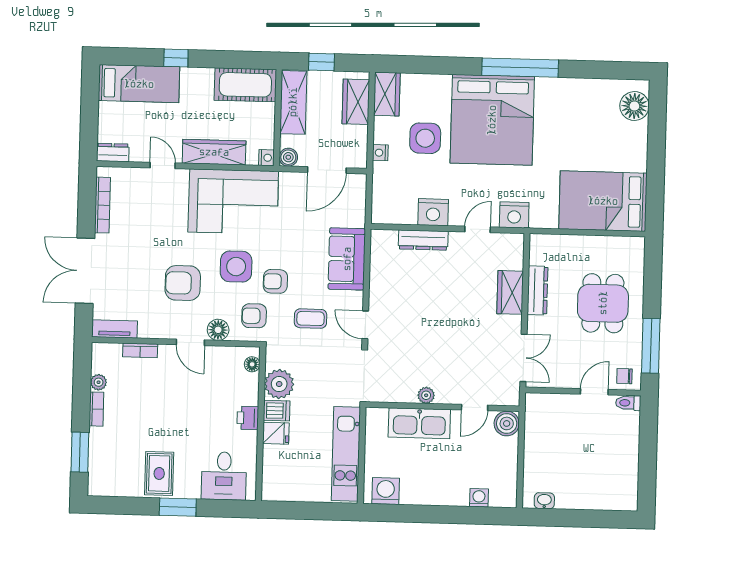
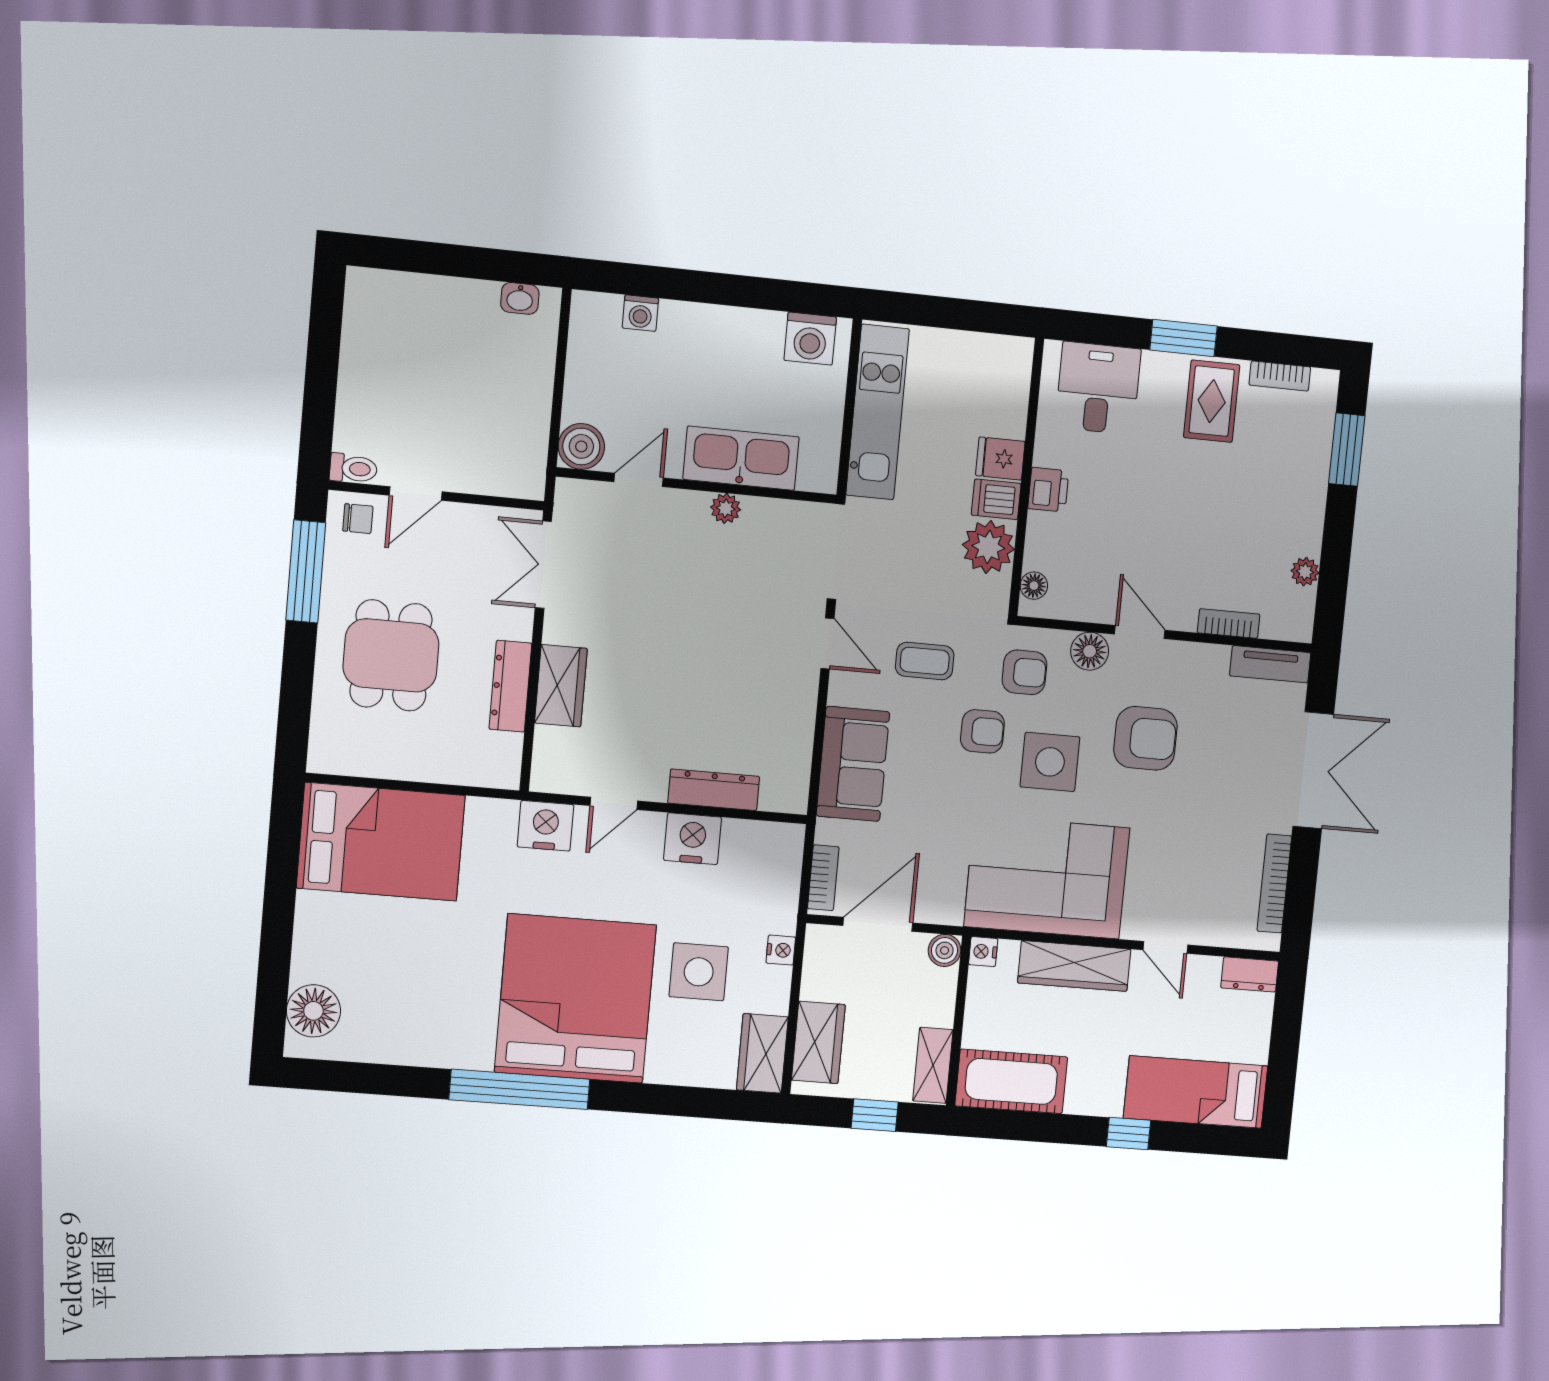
shelving: (293, 102) -> (933, 1065), width x0.67, depth x0.75
bookcase: (359, 194) -> (823, 878), added
bookcase: (96, 409) -> (1280, 376), moved, turned -90

